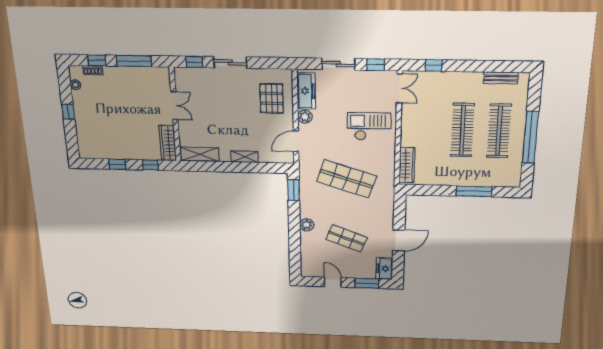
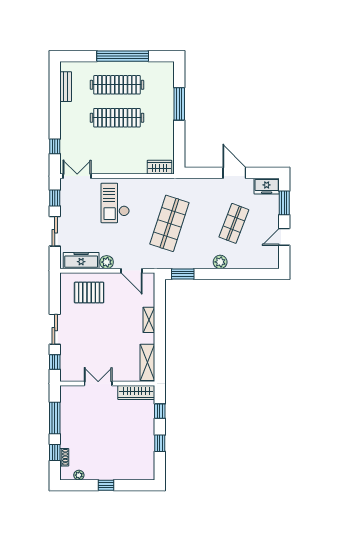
wardrobe: (407, 165) -> (160, 167), width x0.67

